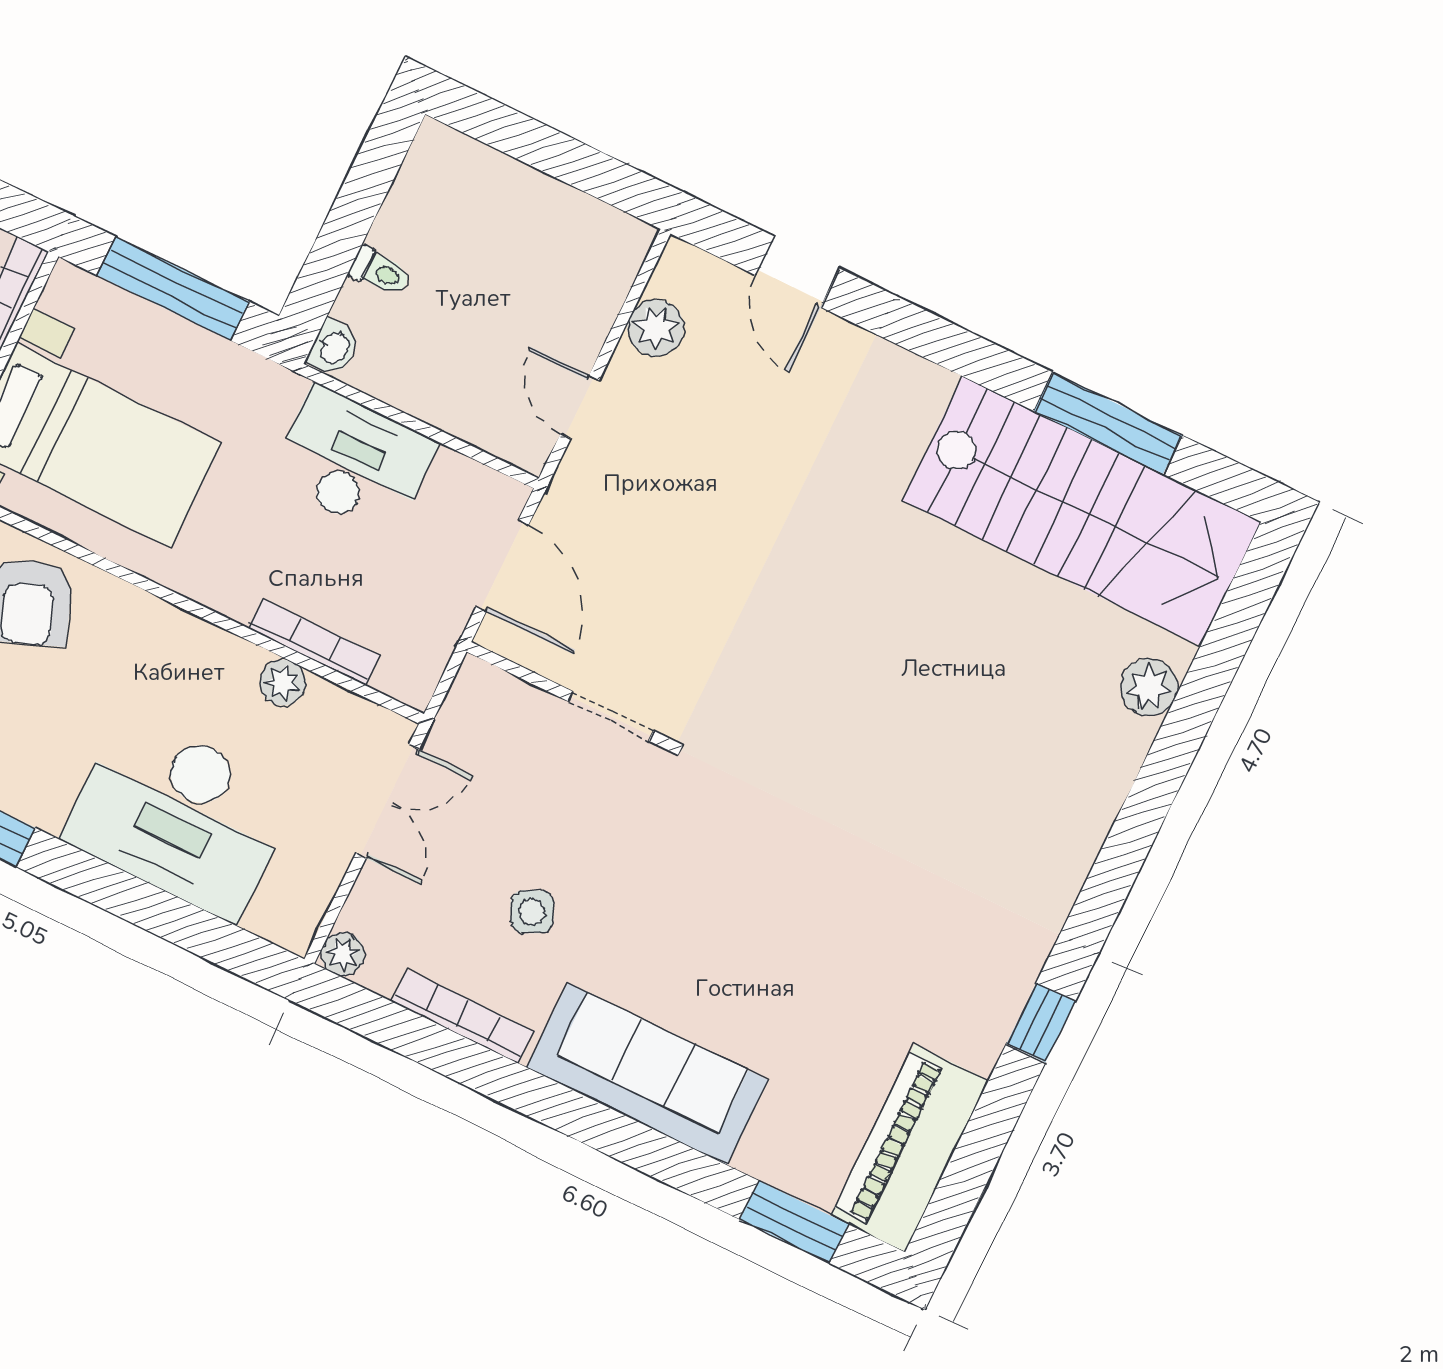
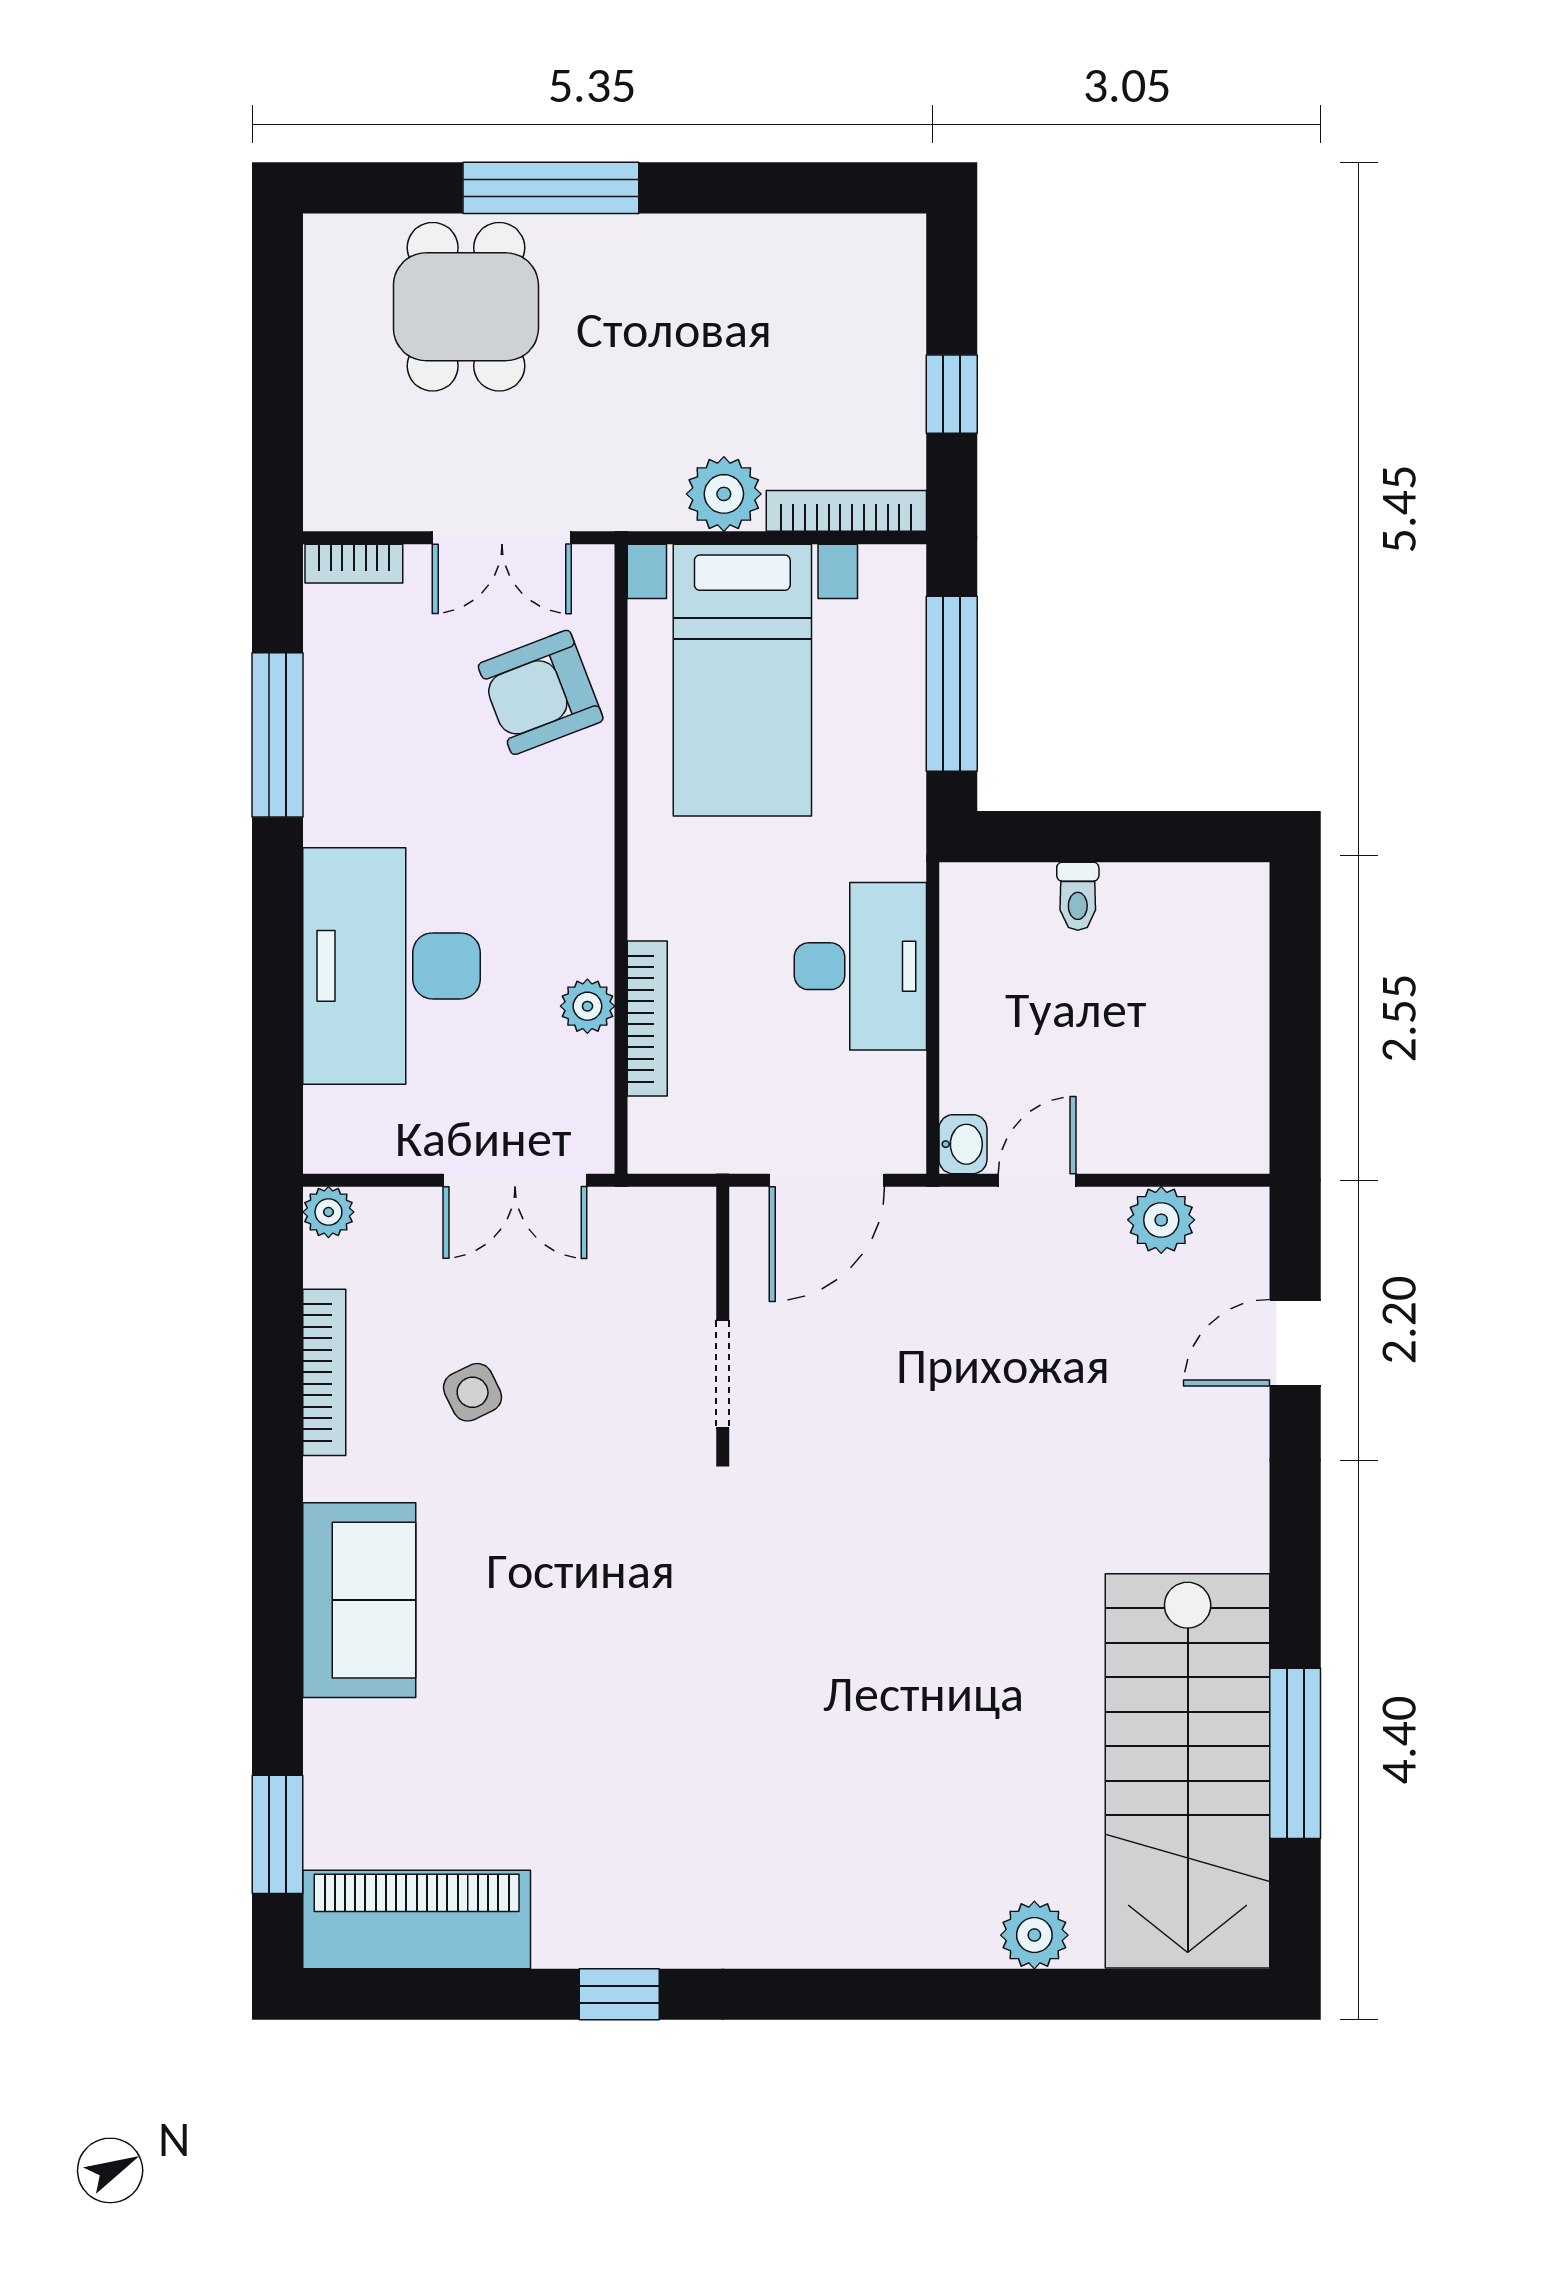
washbasin: (334, 348) -> (963, 1144), moved, turned -90
sofa: (647, 1074) -> (359, 1600), width x0.73

